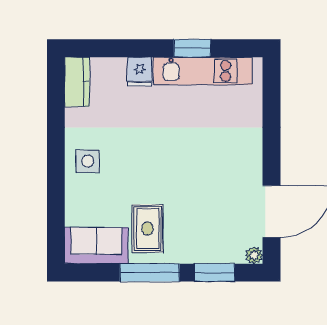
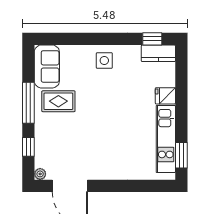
window: (192, 48) -> (181, 155), moved
window: (56, 91) -> (152, 39), added
window: (214, 273) -> (28, 147), width x0.67

